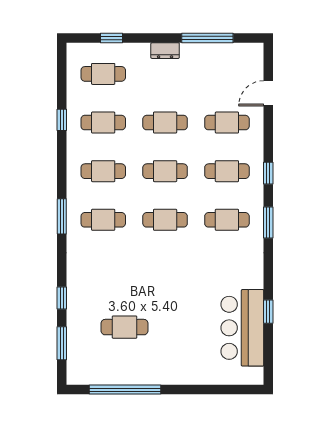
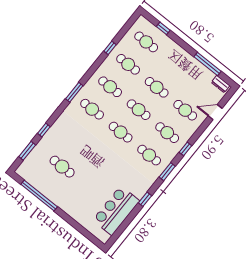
dresser: (165, 51) -> (221, 84), moved
window: (268, 312) -> (145, 199), moved

